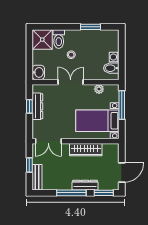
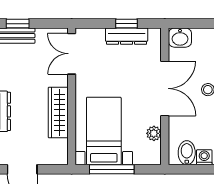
double door: (71, 82) -> (165, 88), width x1.37
window: (122, 105) -> (112, 169), moved
window: (29, 165) -> (18, 24), moved

